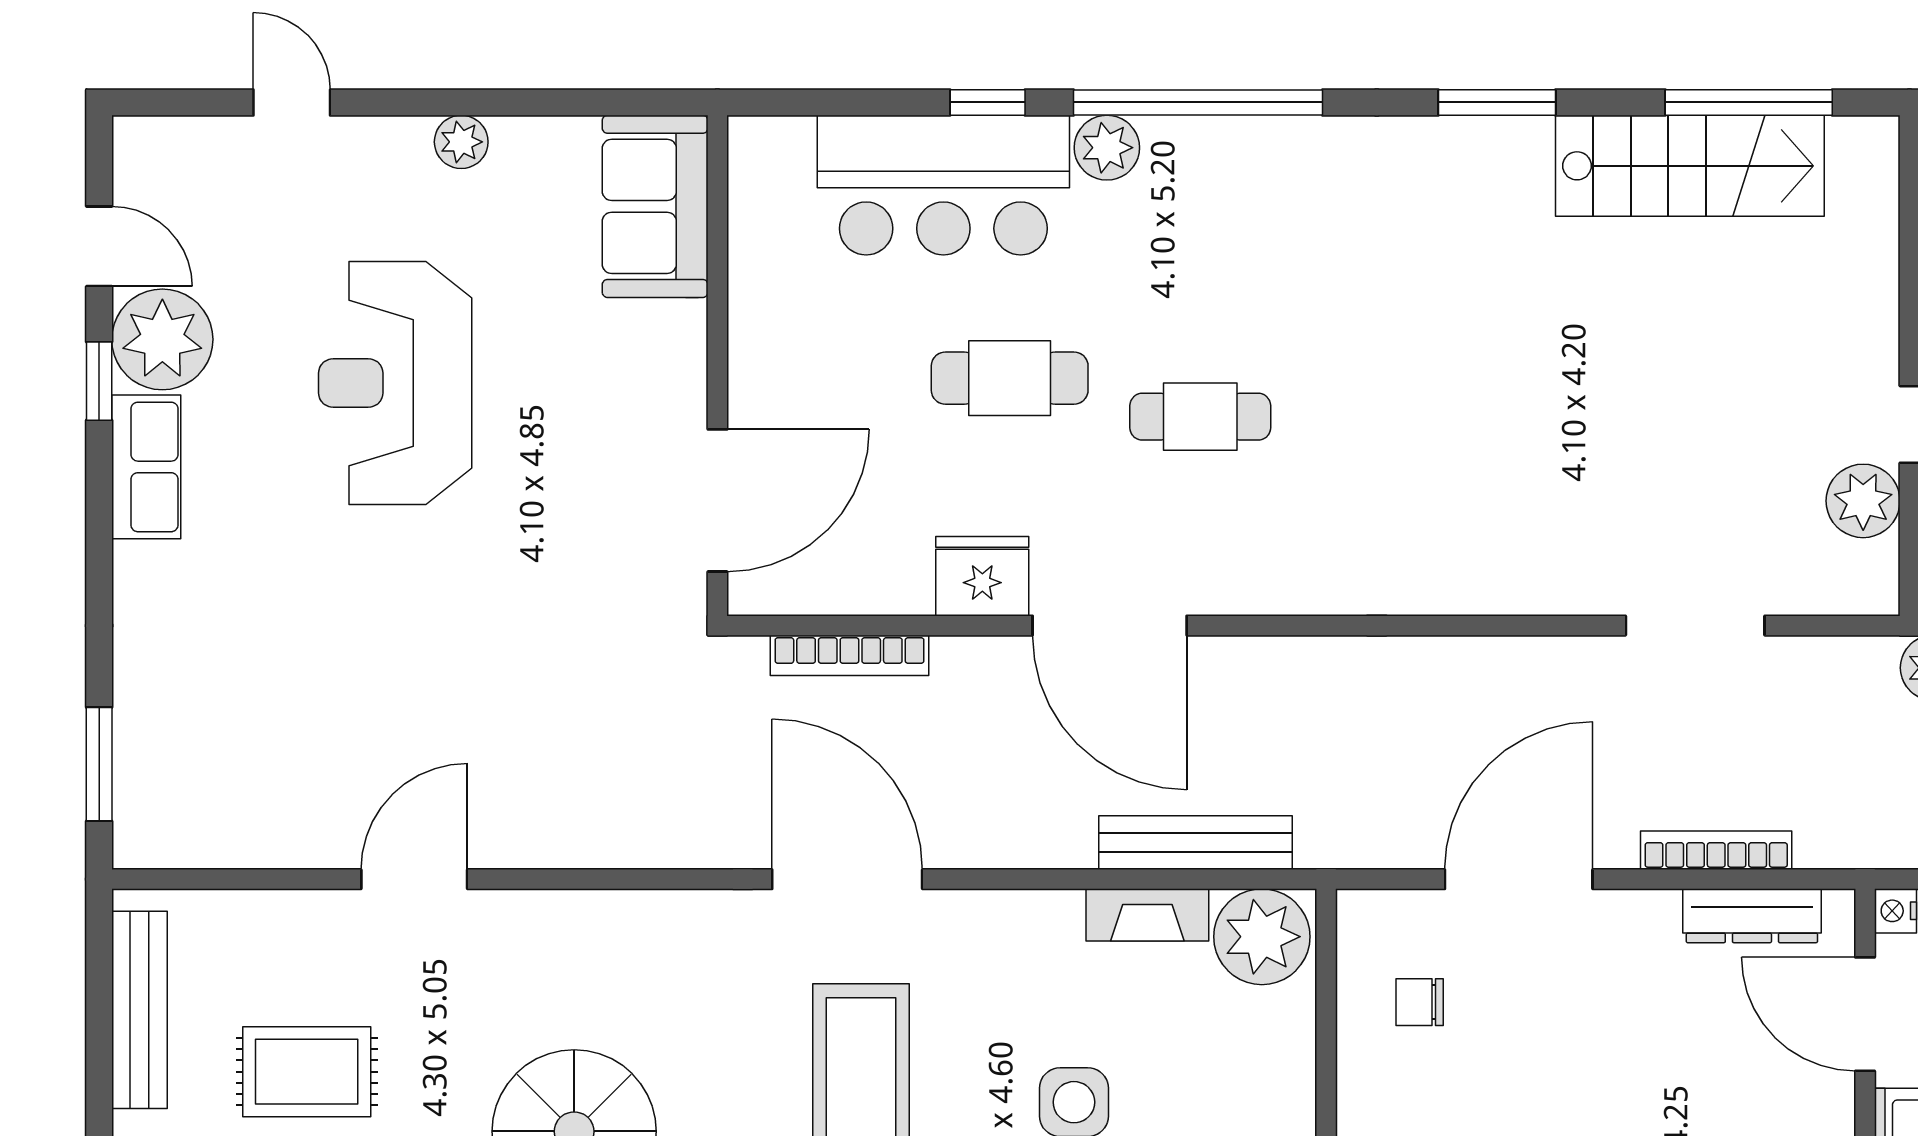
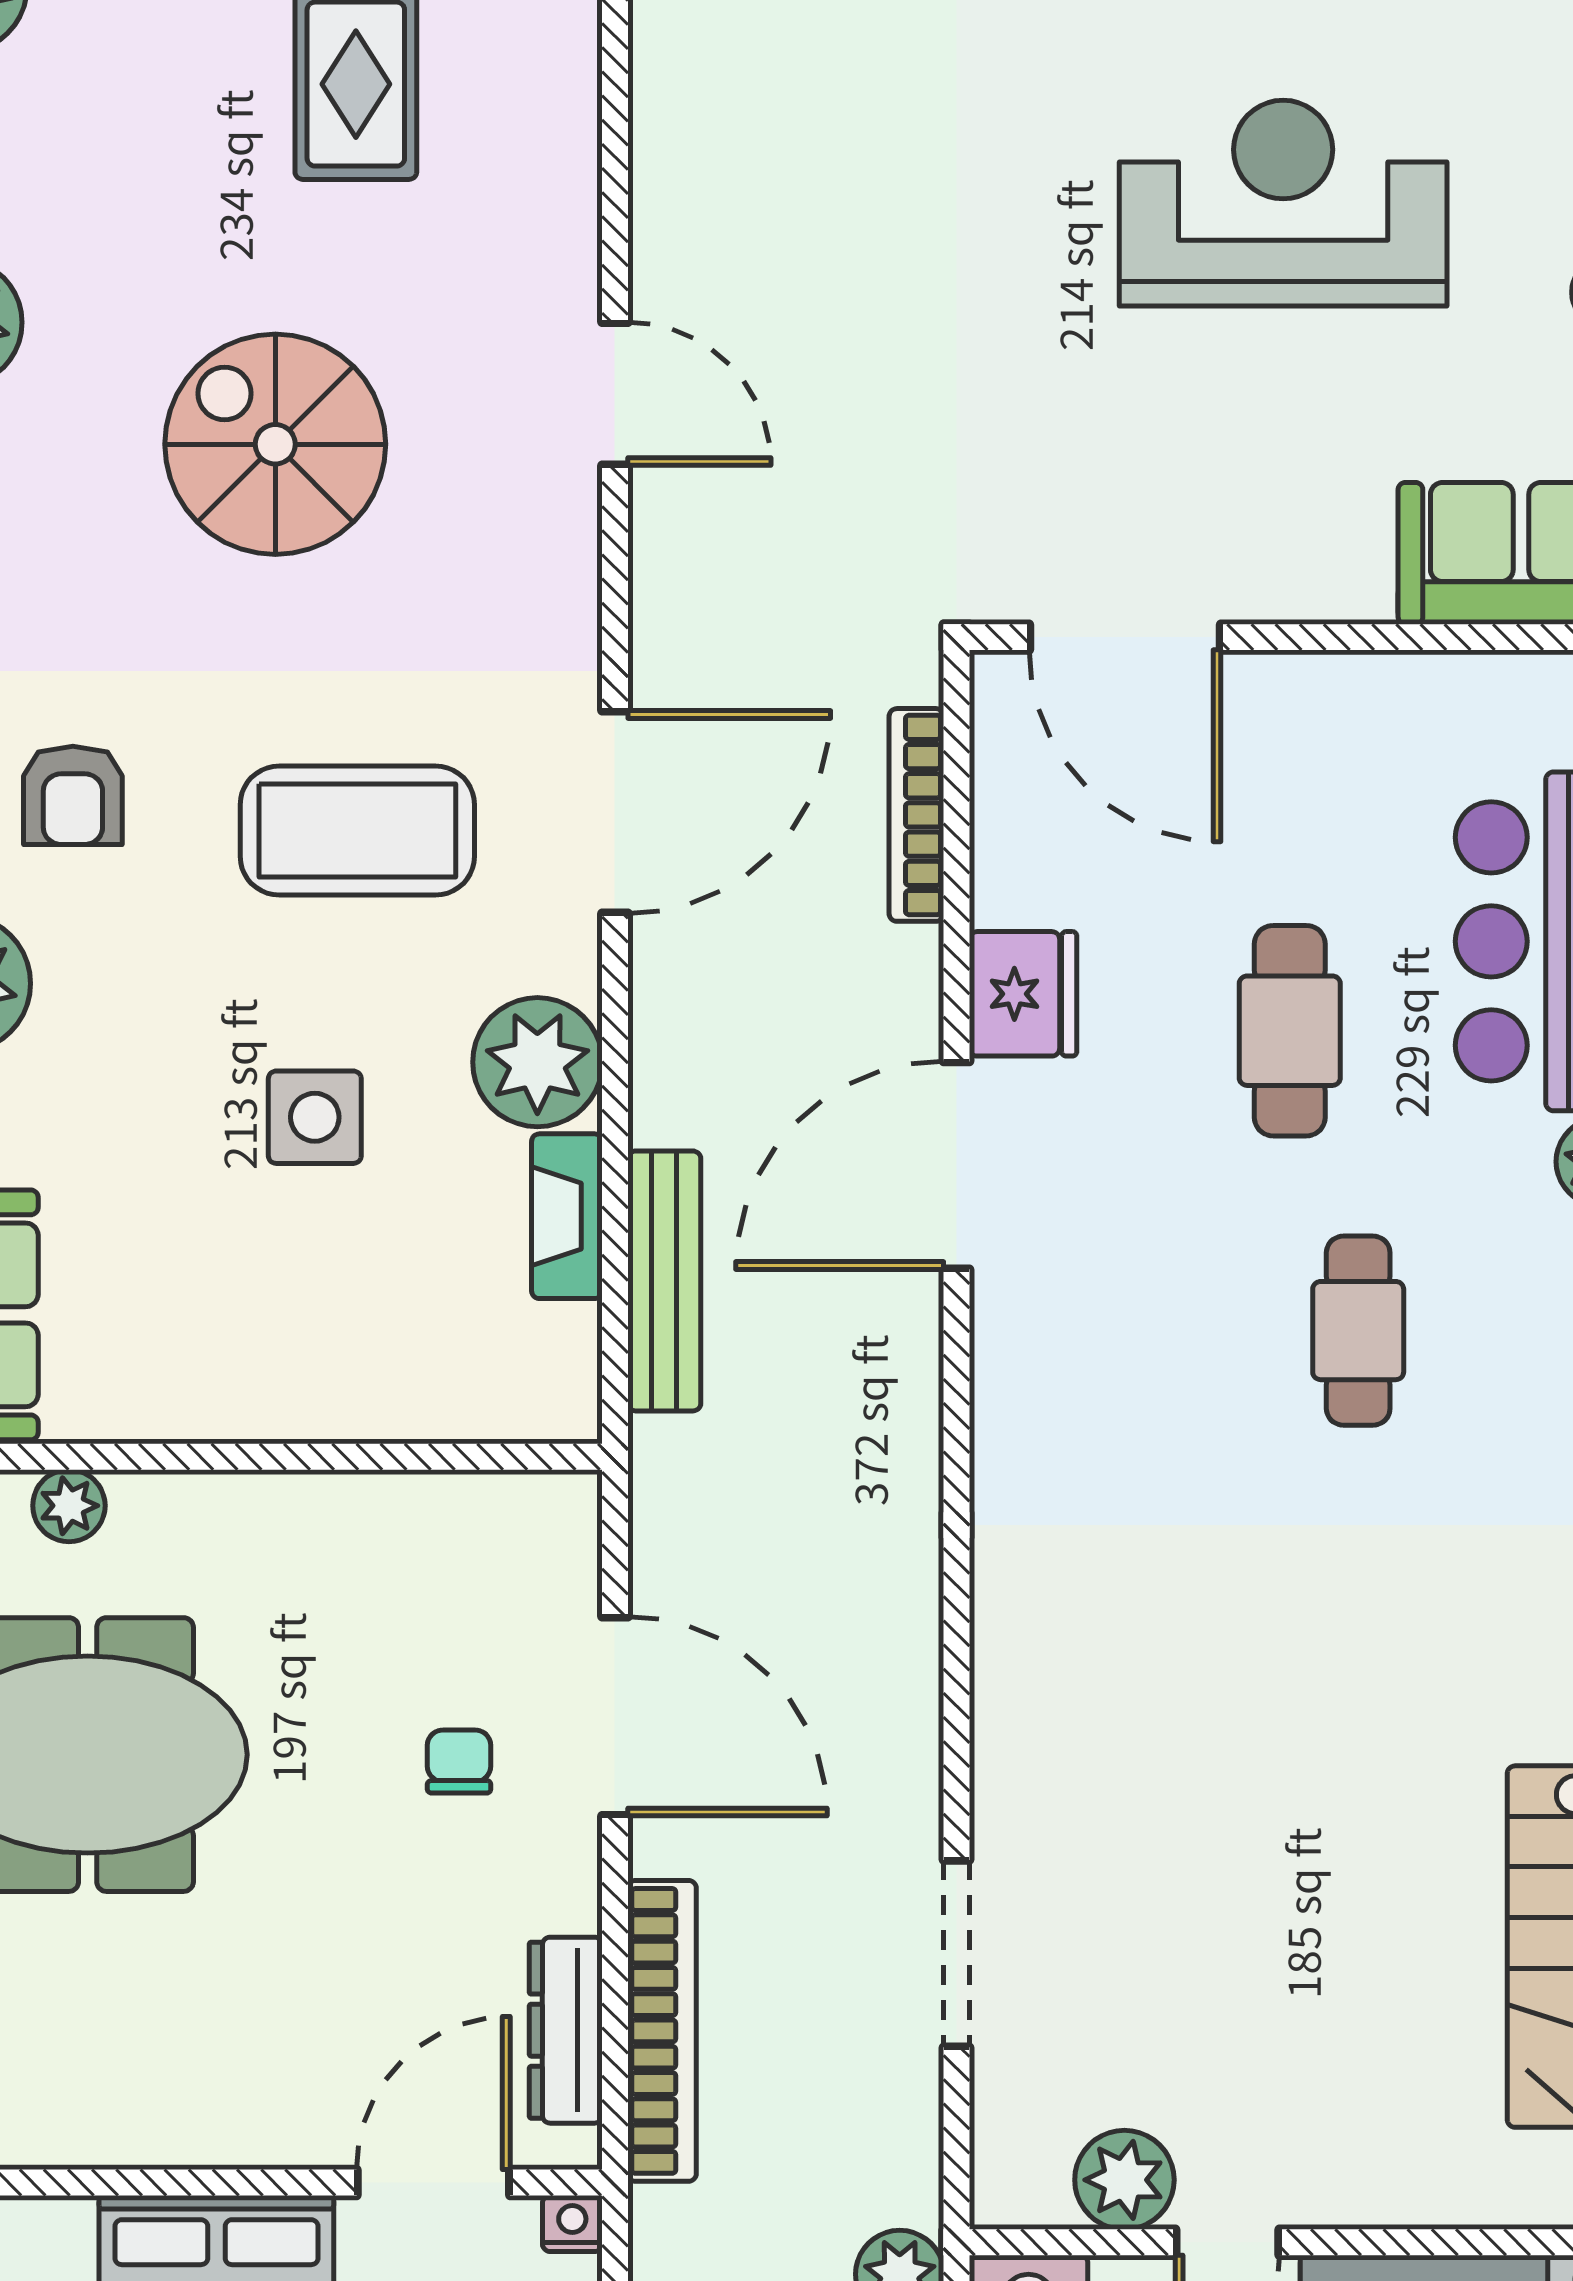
cafe table: (1200, 417) -> (1358, 1331), moved
bookcase: (1716, 850) -> (662, 2031), width x1.48, depth x1.31
door: (414, 879) -> (615, 394), moved
plant: (1262, 937) -> (537, 1062), moved
chair: (1420, 1002) -> (459, 1761), moved

